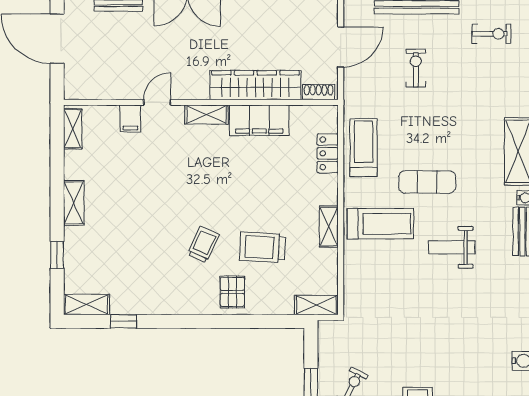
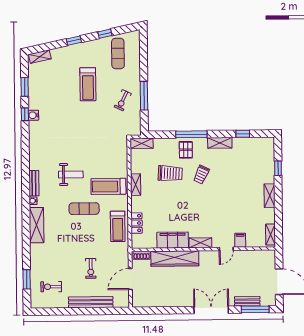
shelving: (86, 305) -> (220, 143), moved
window: (221, 321) -> (191, 134), added

